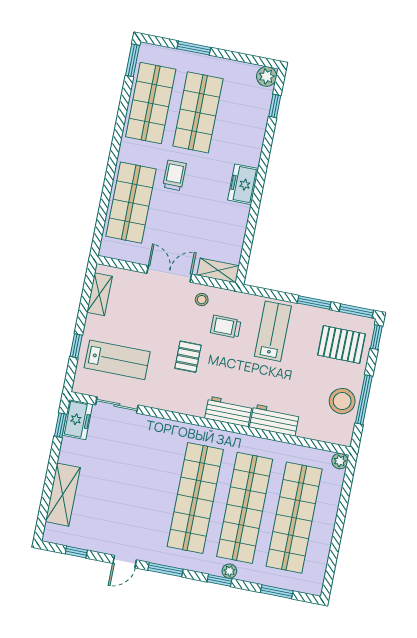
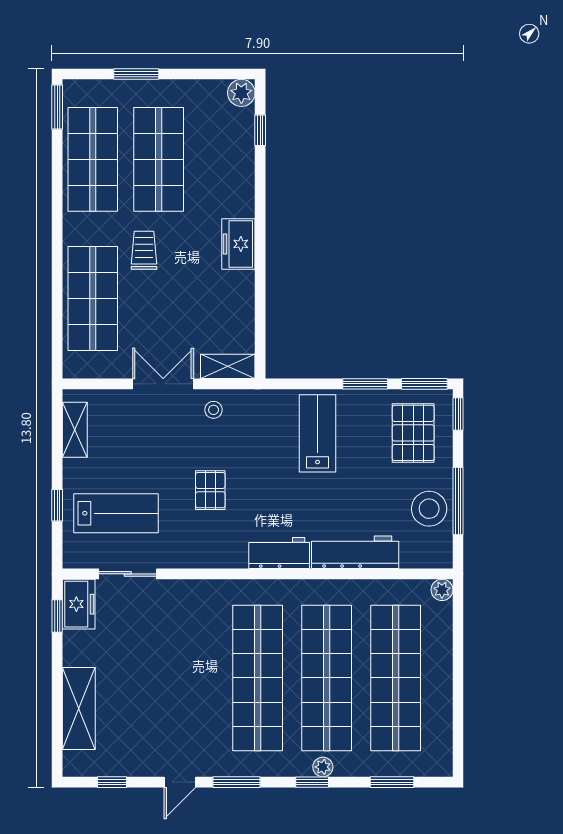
trolley: (226, 327) -> (253, 440), removed
pallet: (342, 344) -> (413, 433), turned 90
workbench: (274, 420) -> (355, 552), width x1.38

